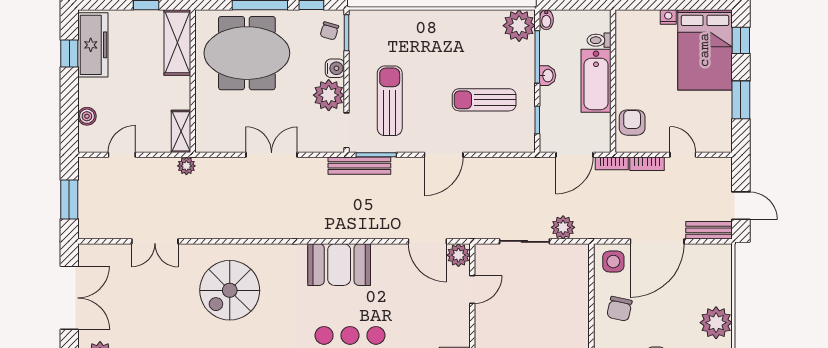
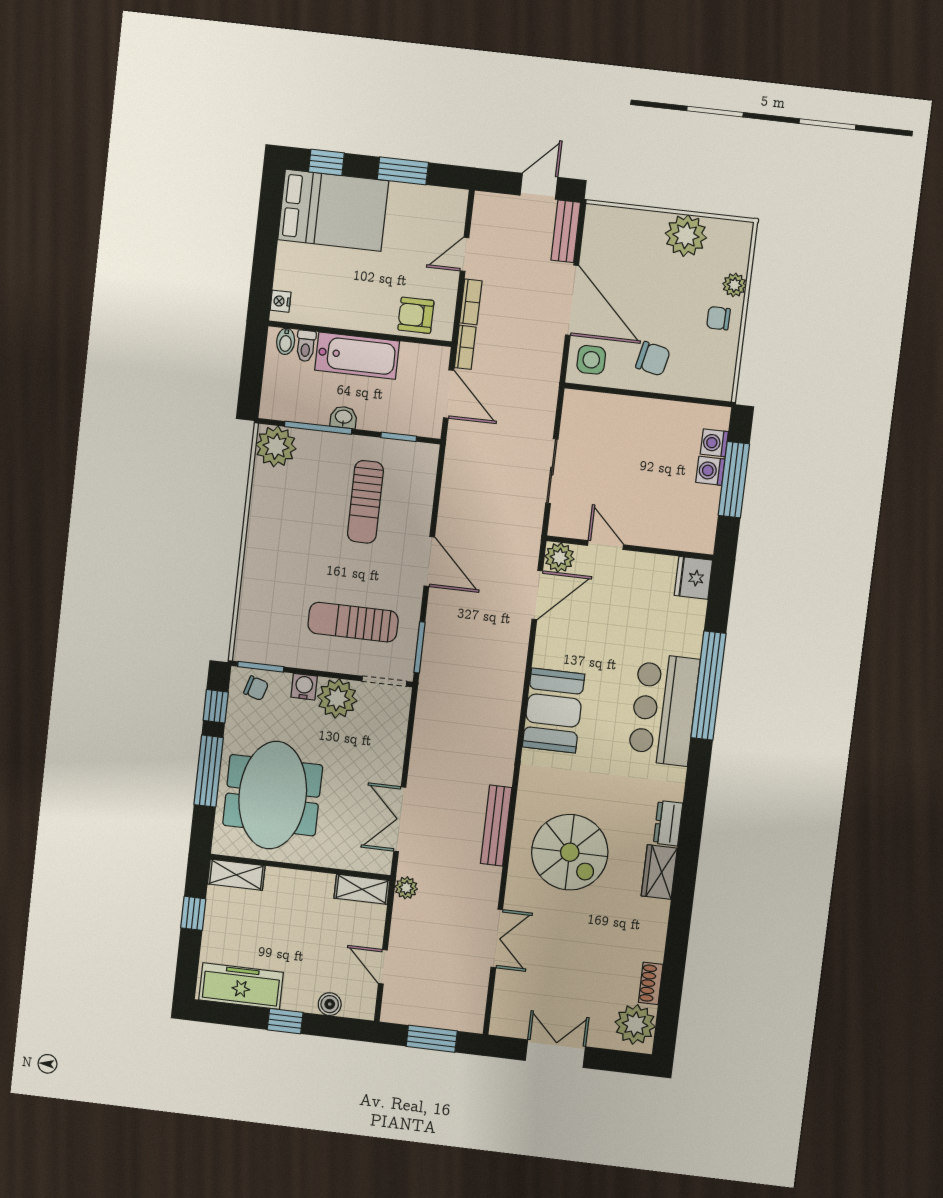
nightstand: (668, 17) -> (281, 301), moved
bidet: (546, 20) -> (286, 341), moved, turned 90
shelving: (177, 42) -> (236, 875), width x0.67, depth x0.75
window: (69, 53) -> (285, 1021), moved
double door: (272, 155) -> (400, 819), moved
bench: (359, 166) -> (496, 826), moved
plant: (563, 227) -> (540, 420), removed
double door: (69, 298) -> (555, 1054), width x0.73

